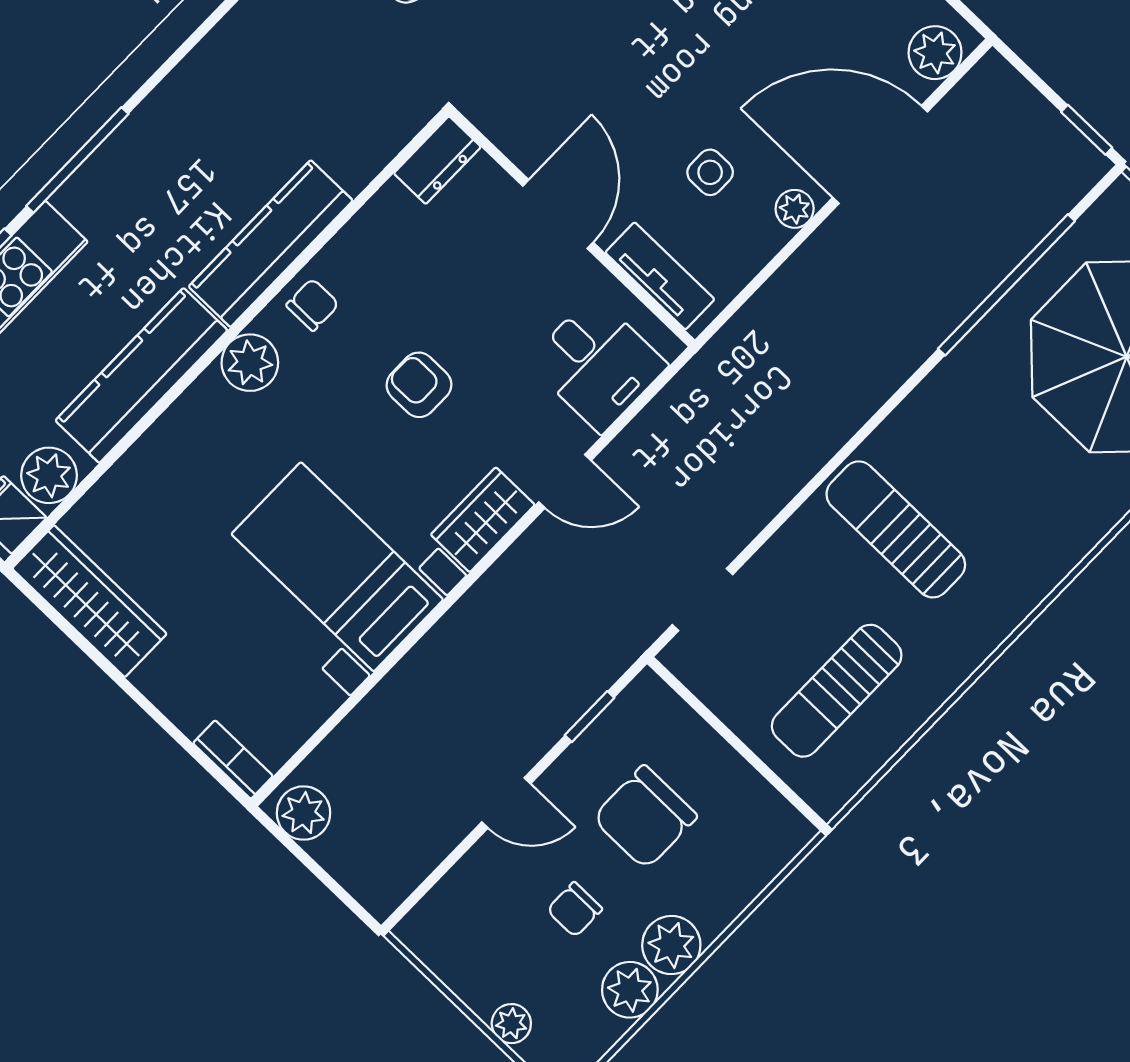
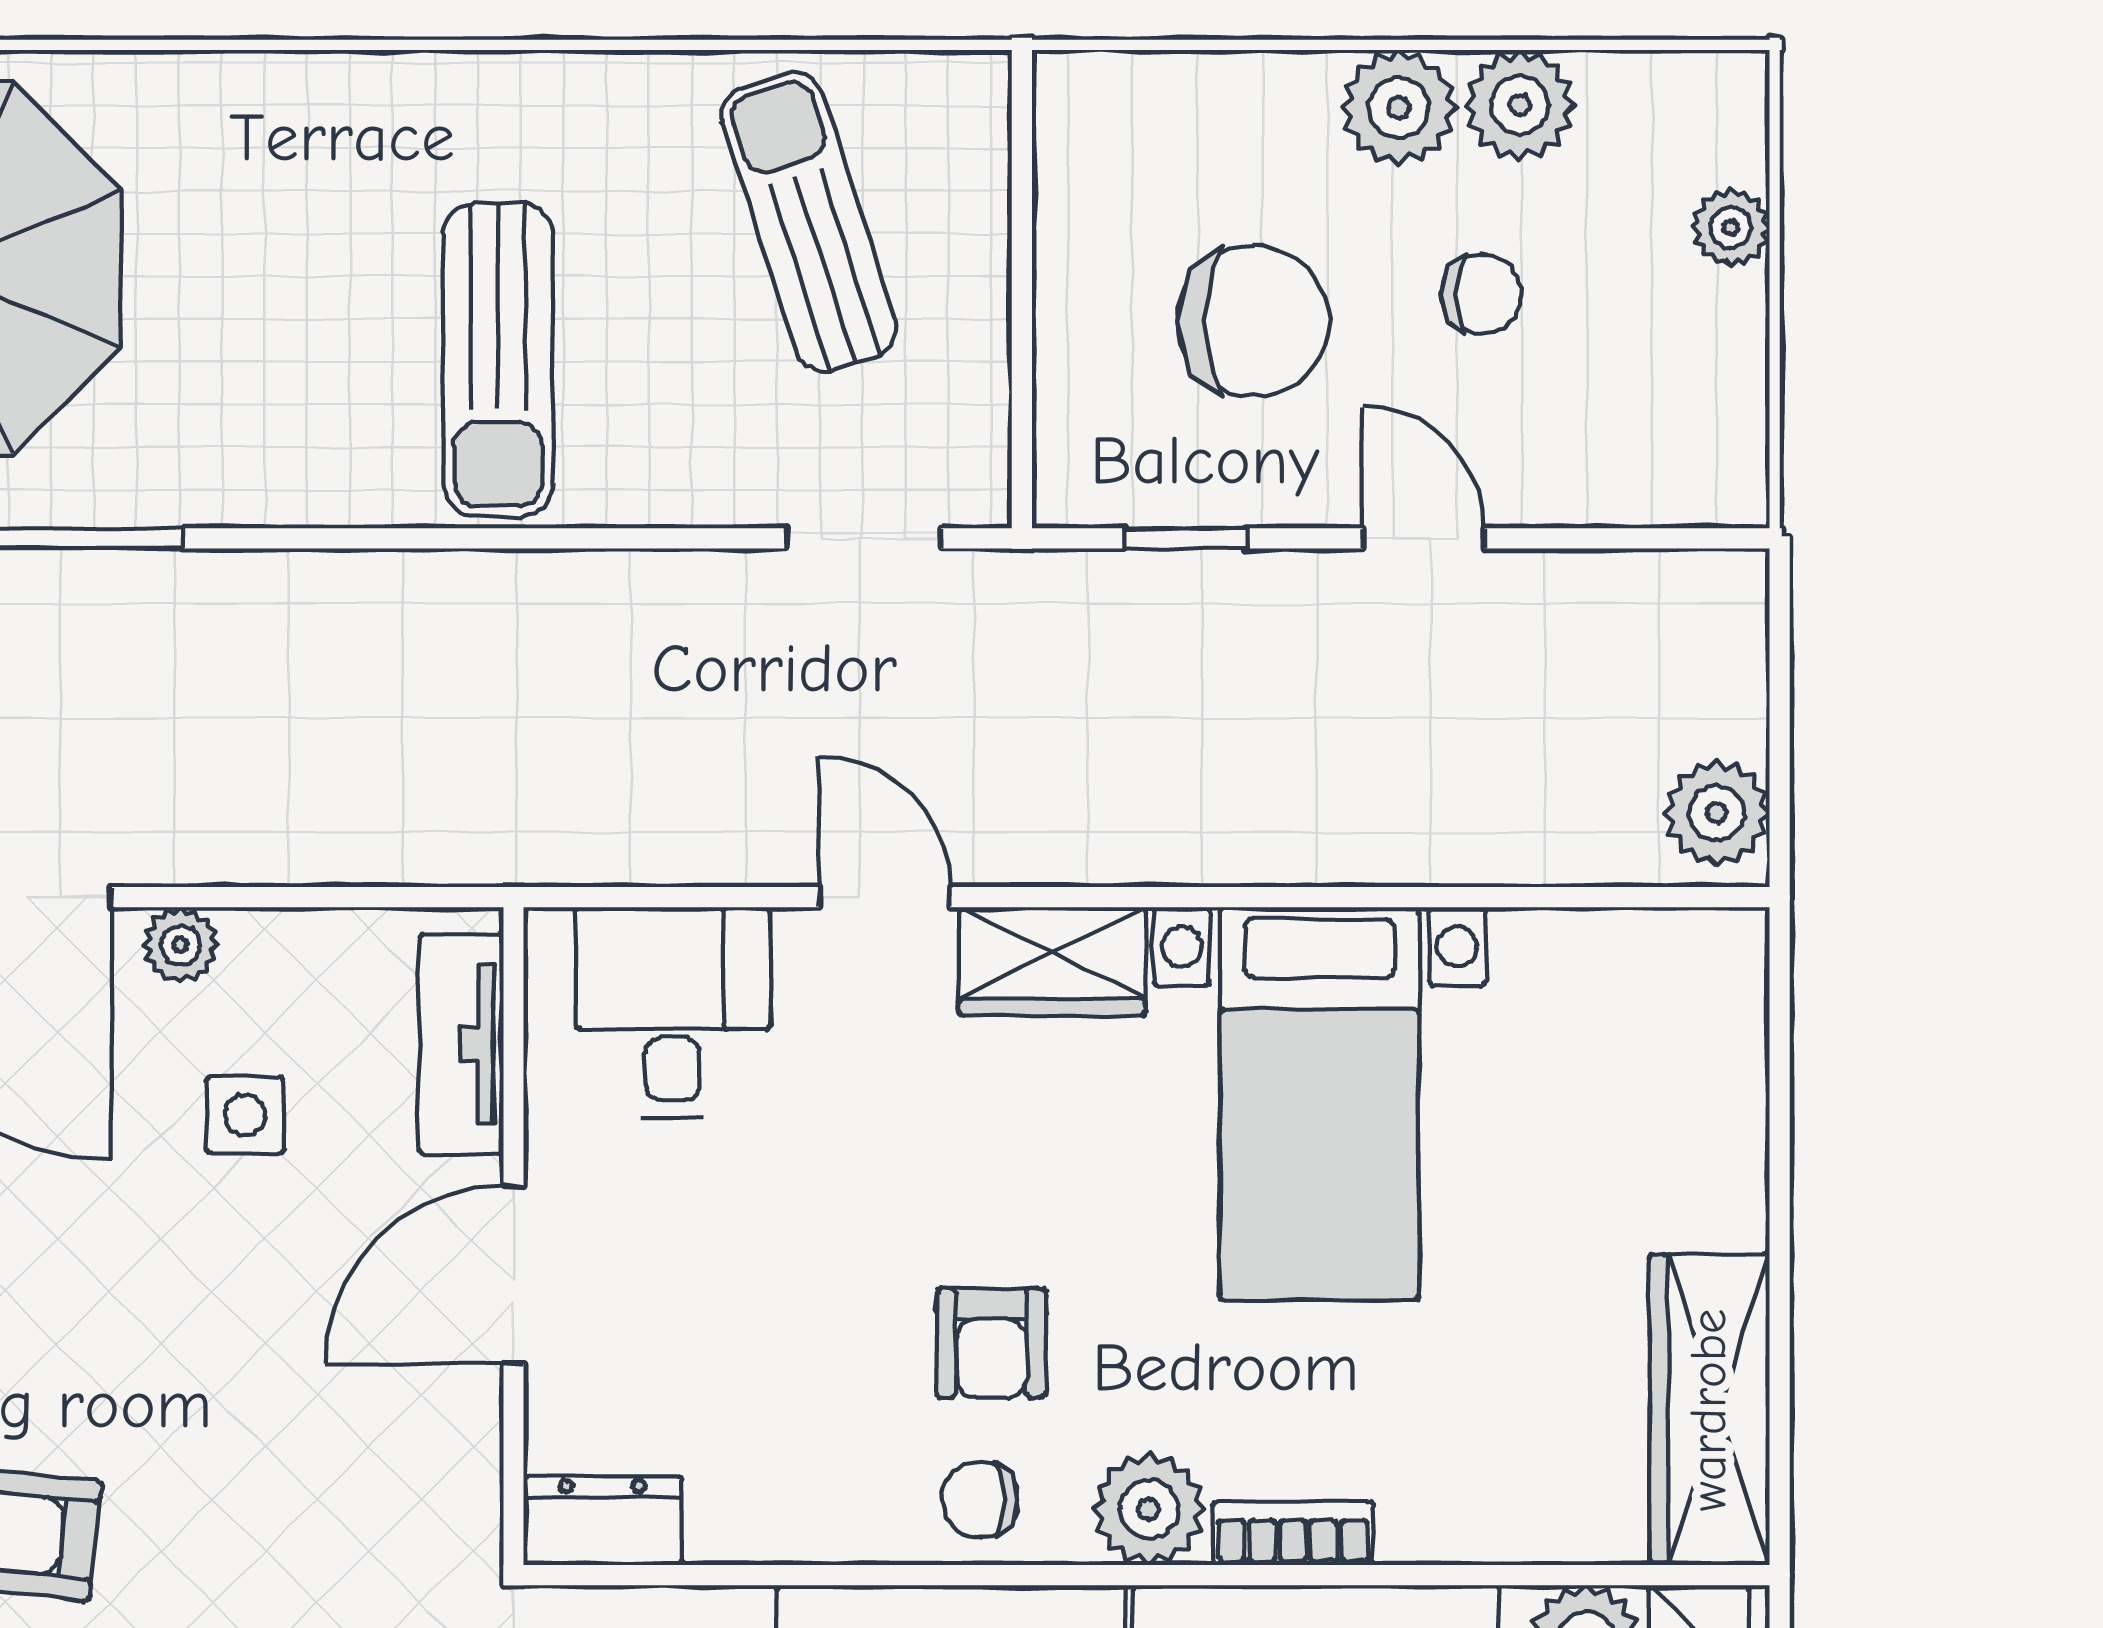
armchair: (419, 385) -> (991, 1343), moved
sun lounger: (837, 691) -> (809, 222), turned -108
bookcase: (233, 760) -> (1293, 1533), moved, turned 90

